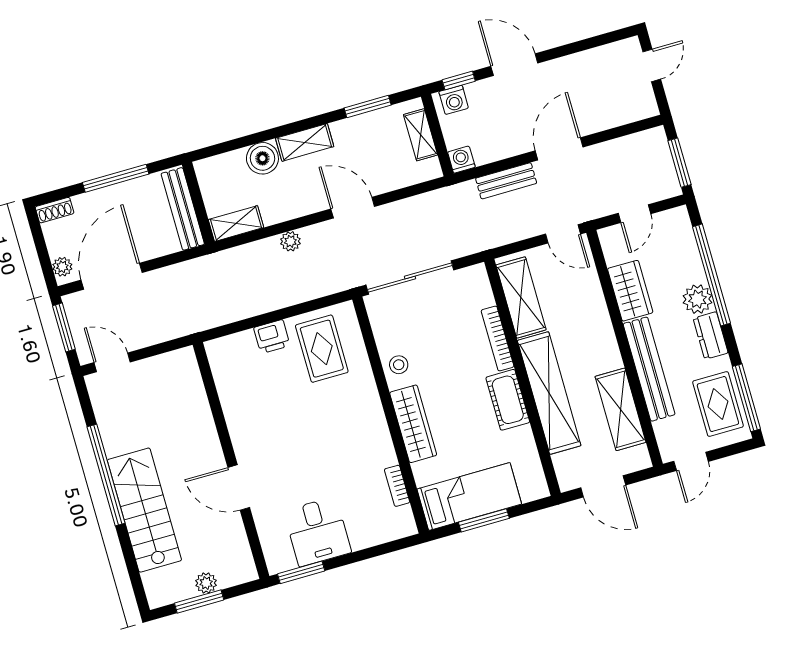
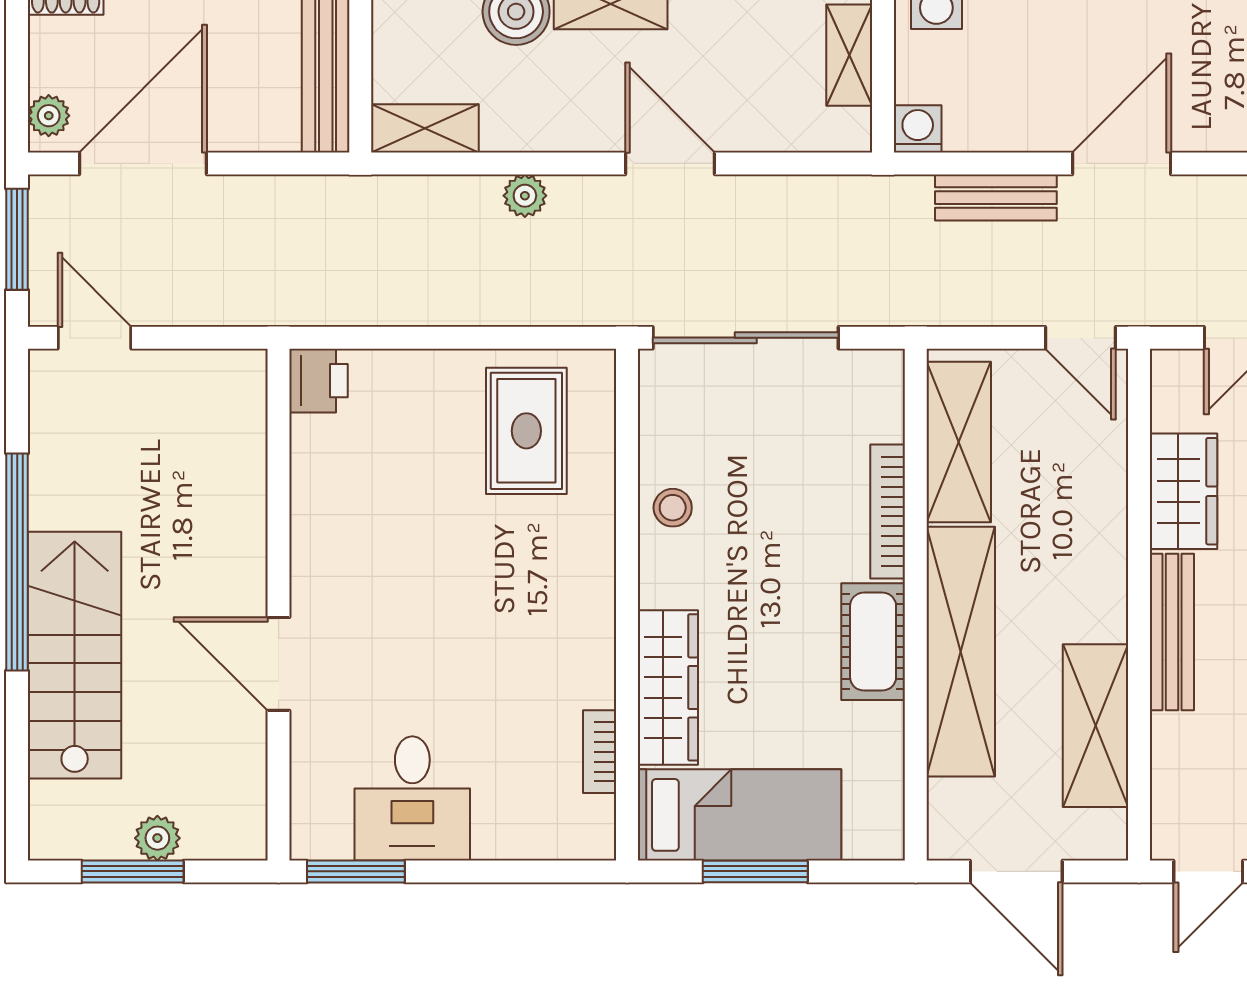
printer: (272, 337) -> (319, 381), moved, turned -90
bench: (649, 369) -> (1172, 632), width x0.73, depth x0.82
wardrobe: (413, 424) -> (668, 687), moved

